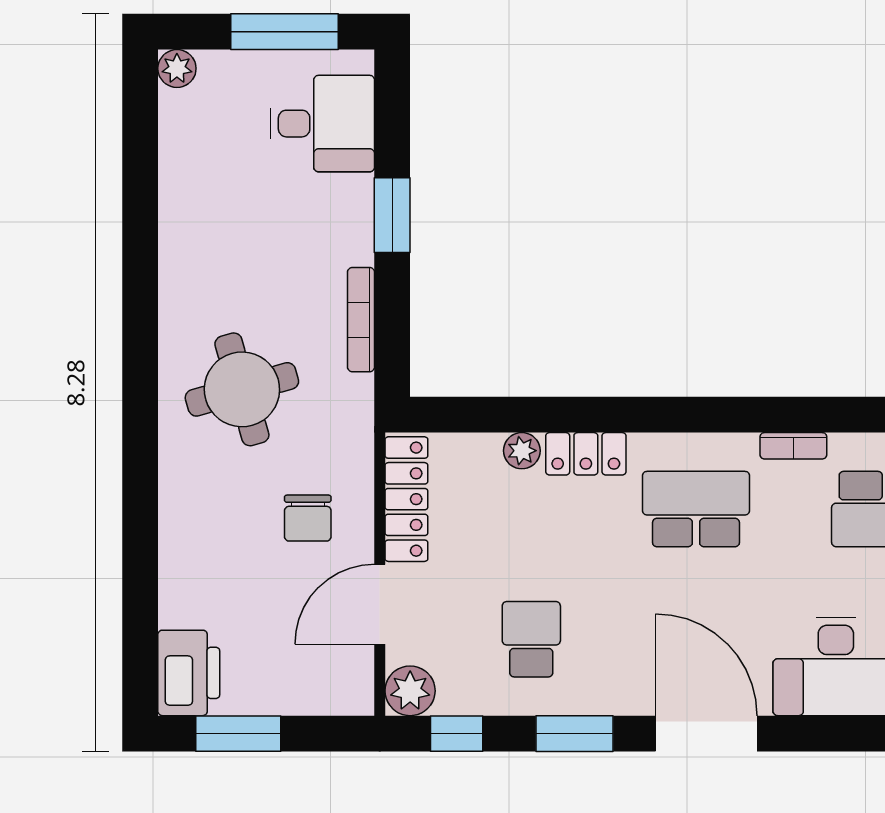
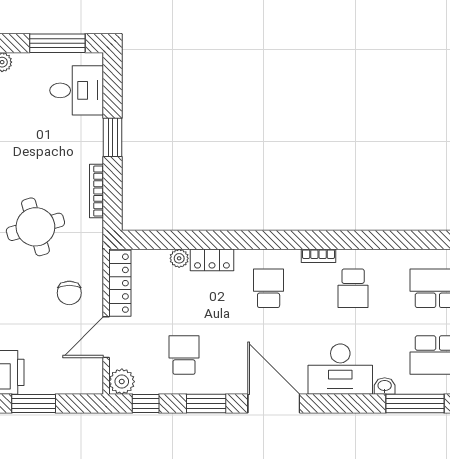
school desk: (696, 509) -> (269, 288), width x0.54

